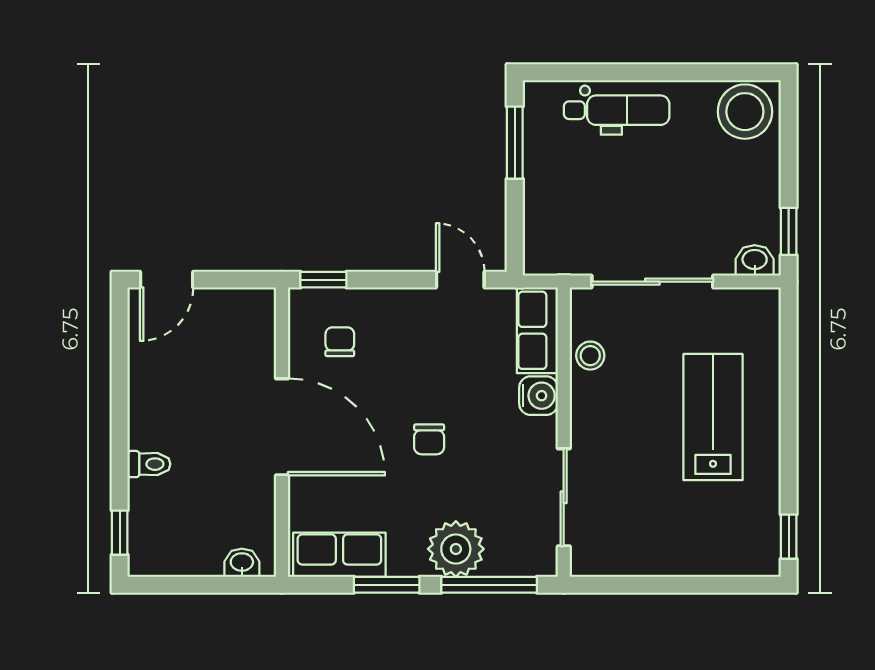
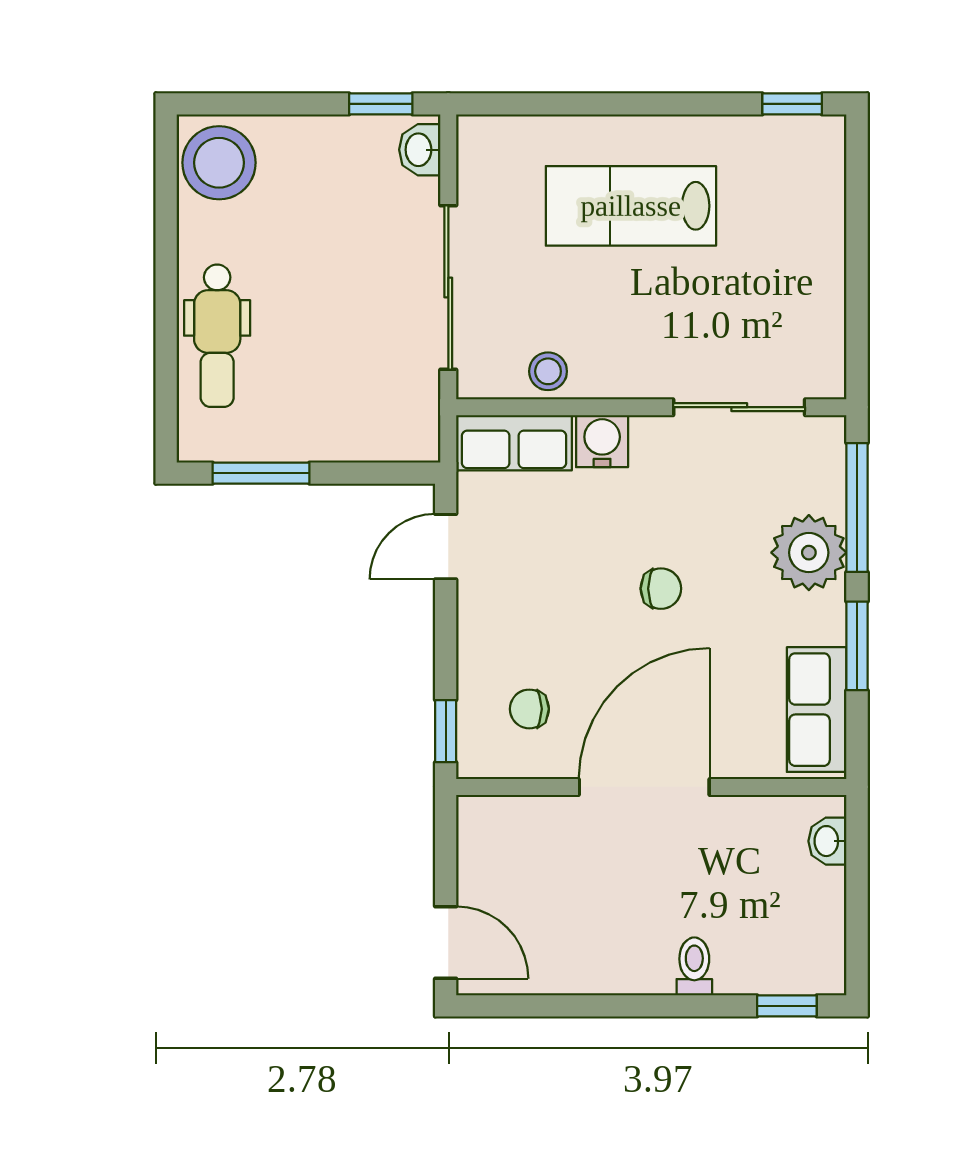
dental chair: (617, 110) -> (217, 336), turned 180

